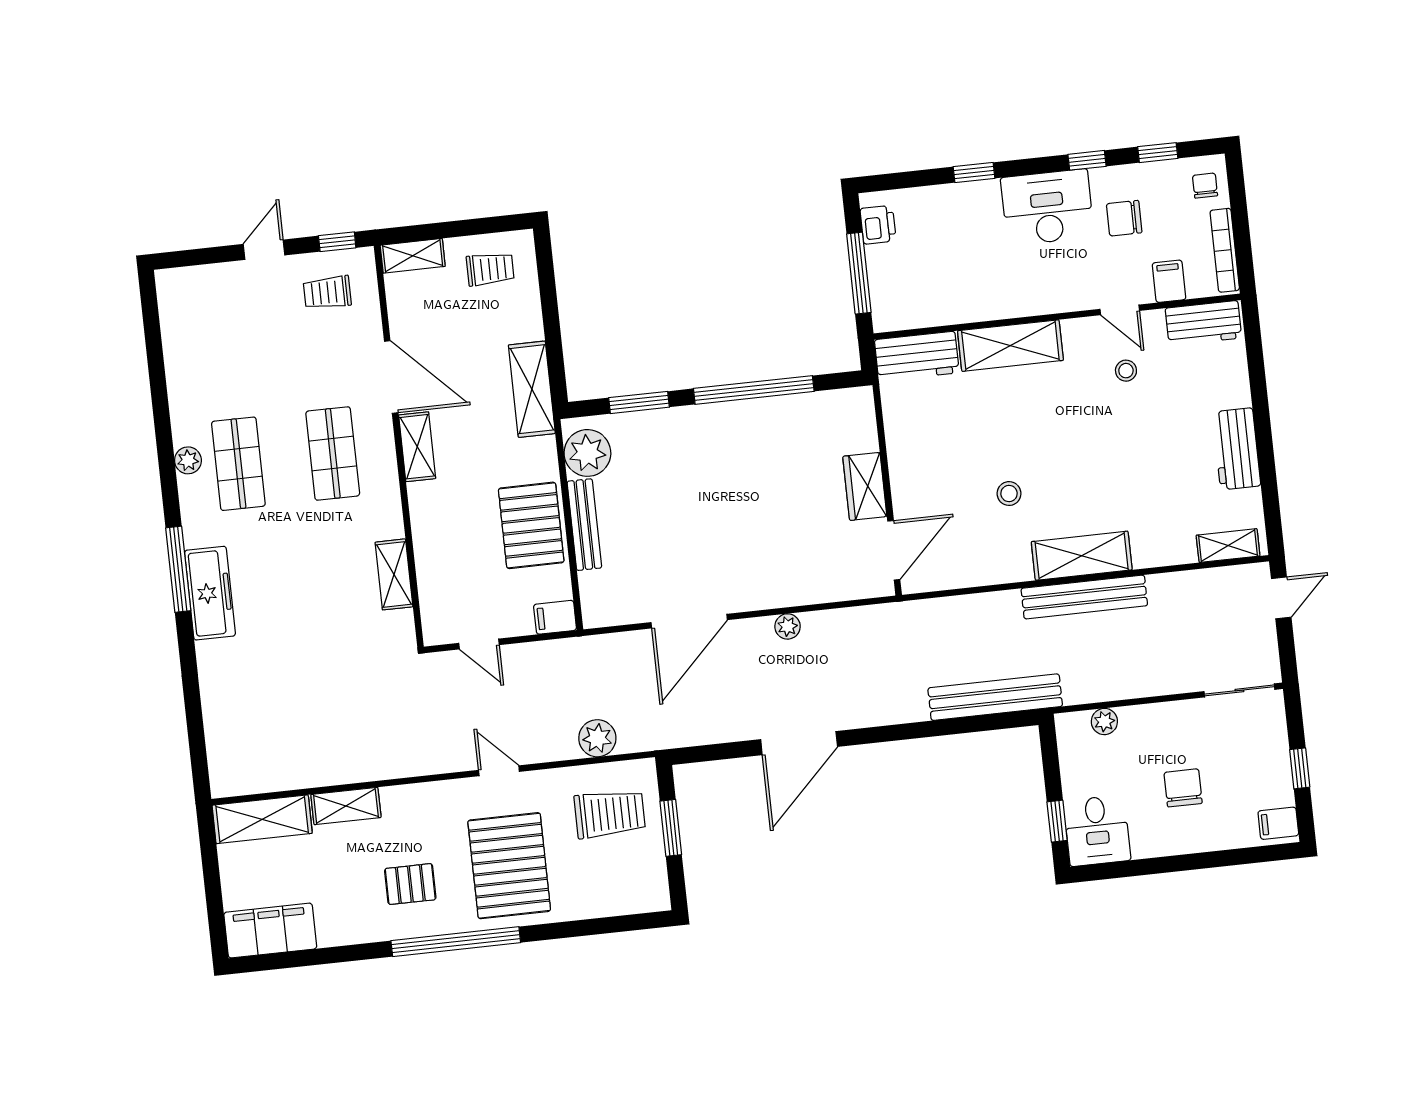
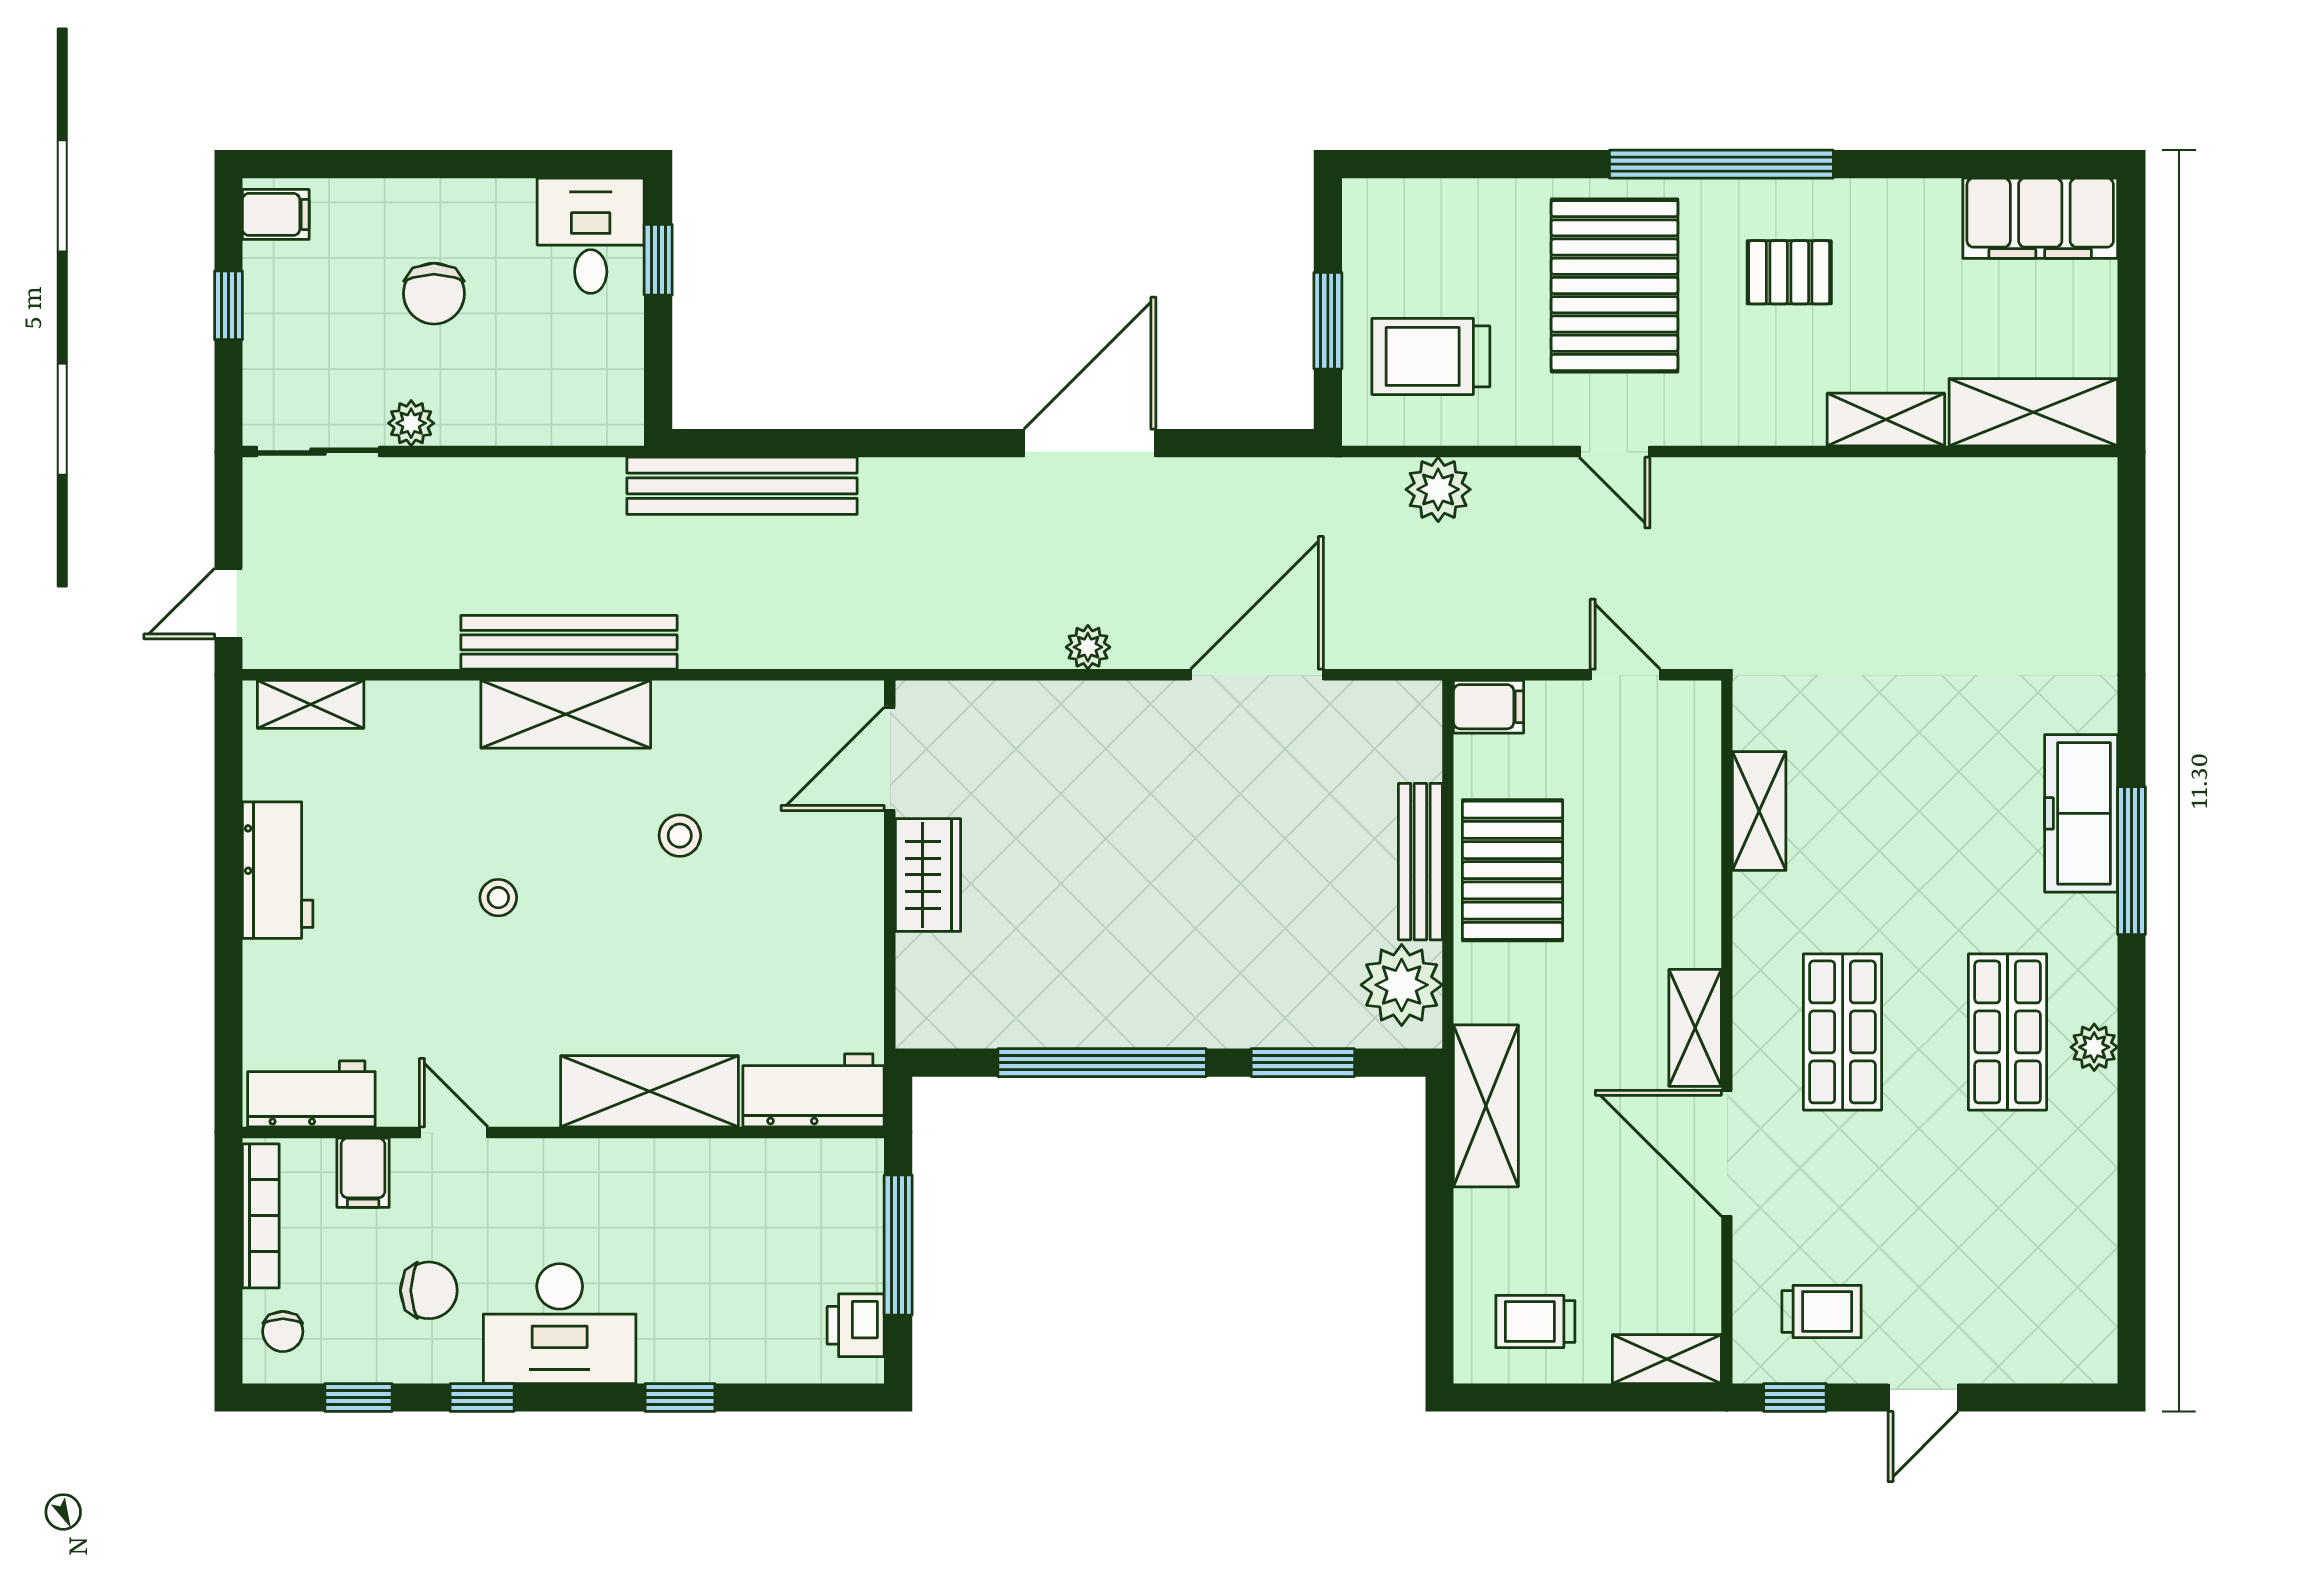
stool: (1126, 371) -> (498, 898), moved
plant: (1104, 721) -> (411, 423), moved

